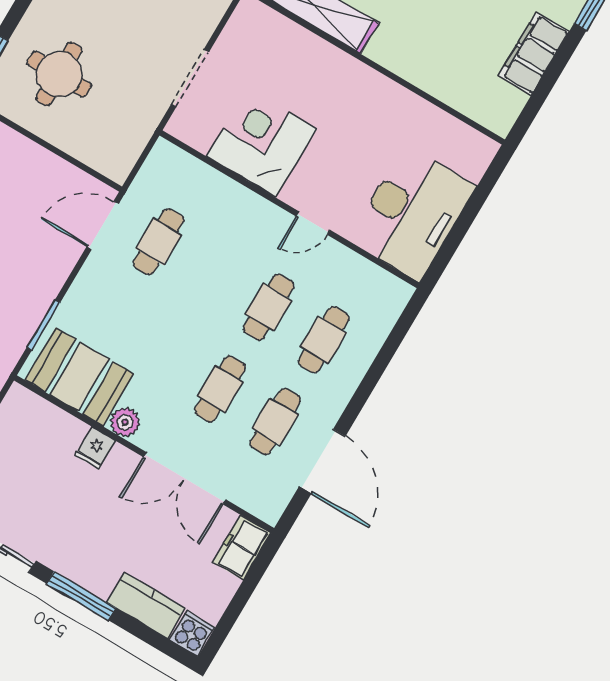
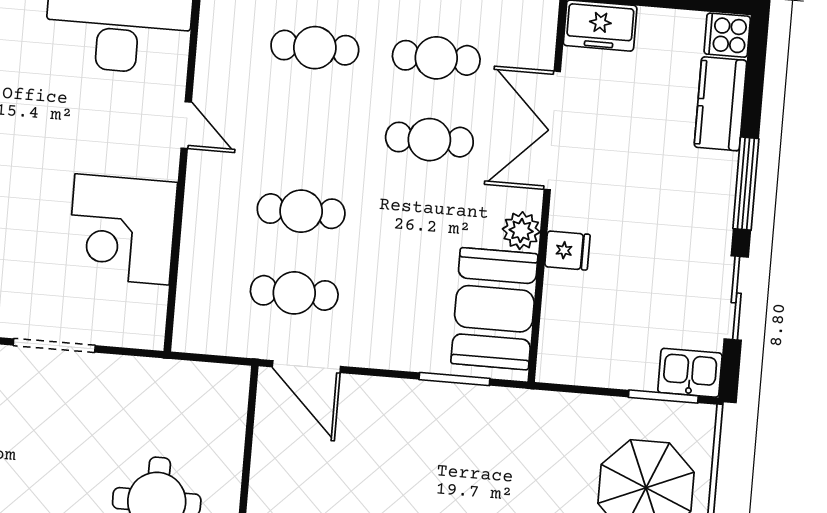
doorway: (190, 78) -> (54, 345), moved
cafe table: (269, 307) -> (301, 211), moved
double door: (185, 478) -> (552, 130), swing flipped

